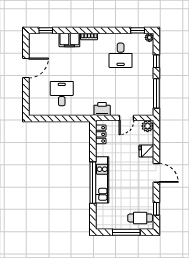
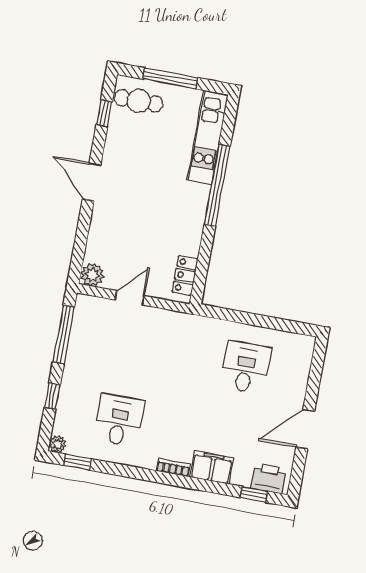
desk: (62, 94) -> (245, 367), turned 180
printer: (102, 109) -> (269, 478), moved, turned 180
fridge: (146, 151) -> (103, 227), removed
kitchen unit: (102, 180) -> (207, 138), moved

